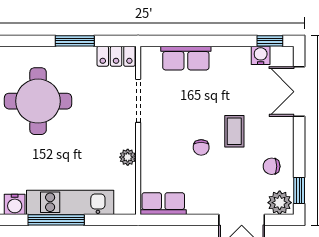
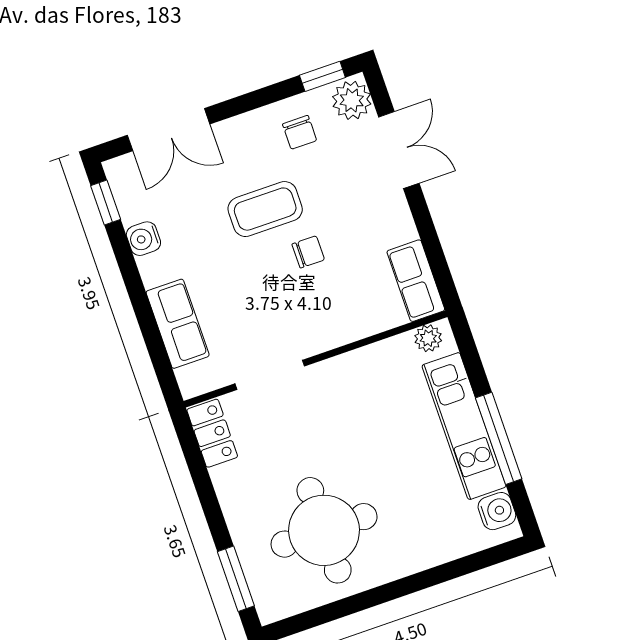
window: (75, 41) -> (236, 579), moved
water cooler: (261, 55) -> (143, 239), moved
coffee table: (234, 131) -> (265, 209), width x1.36, depth x1.30
plant: (128, 157) -> (428, 338), moved

